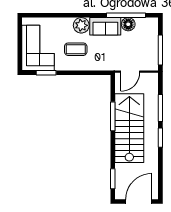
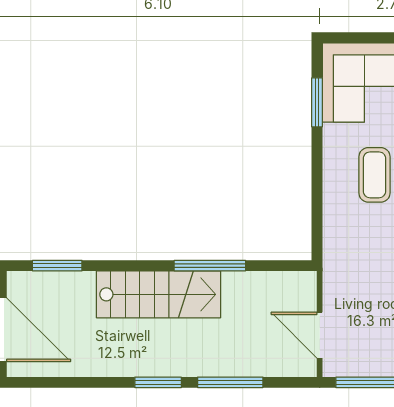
door: (130, 72) -> (320, 335), moved
stairs: (129, 128) -> (158, 294), width x0.73, depth x0.66

